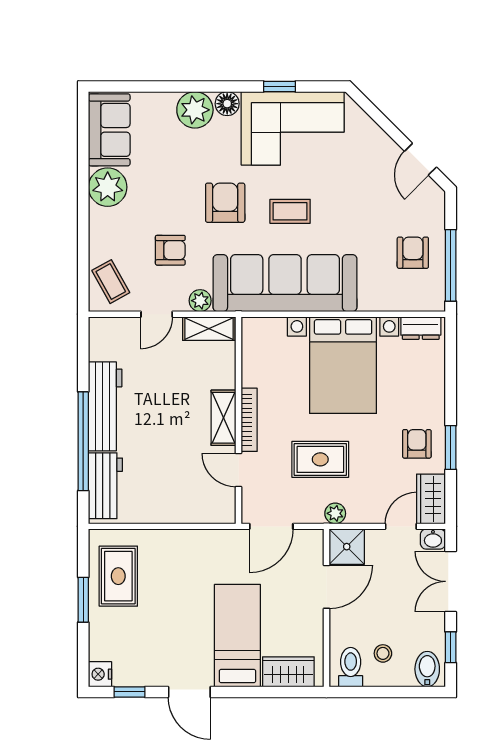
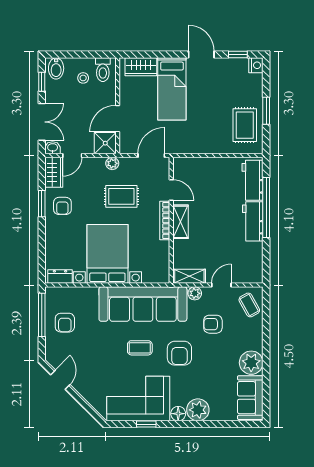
workbench: (105, 406) -> (253, 221), width x0.73

